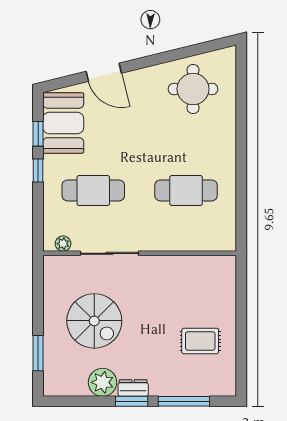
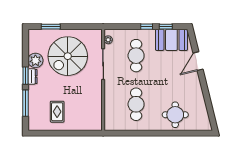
round table: (193, 89) -> (175, 115), moved
spiral stairs: (94, 321) -> (68, 56), width x1.37, depth x1.37

